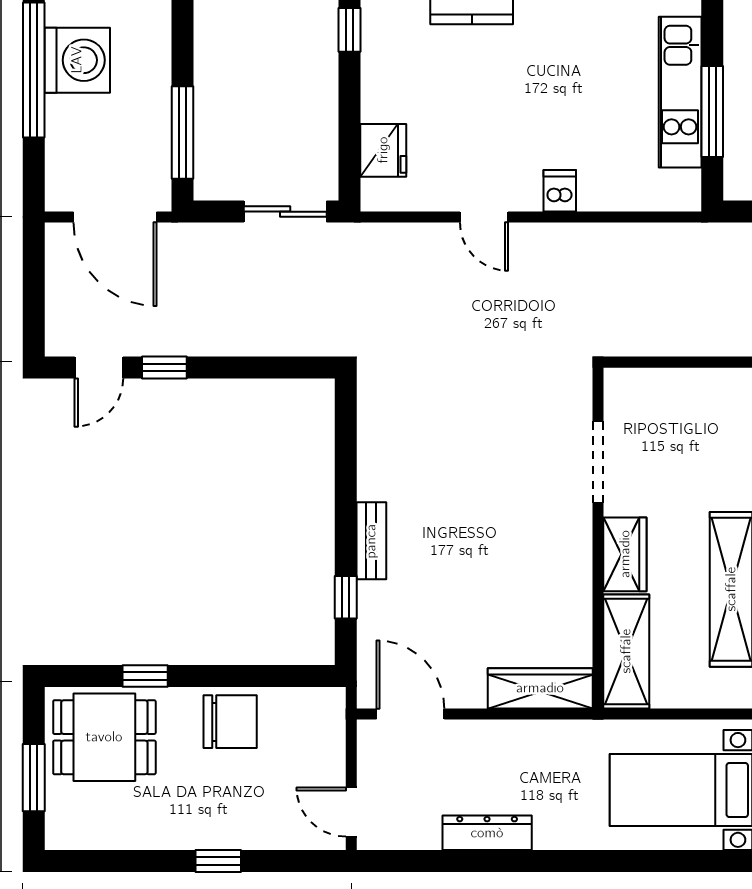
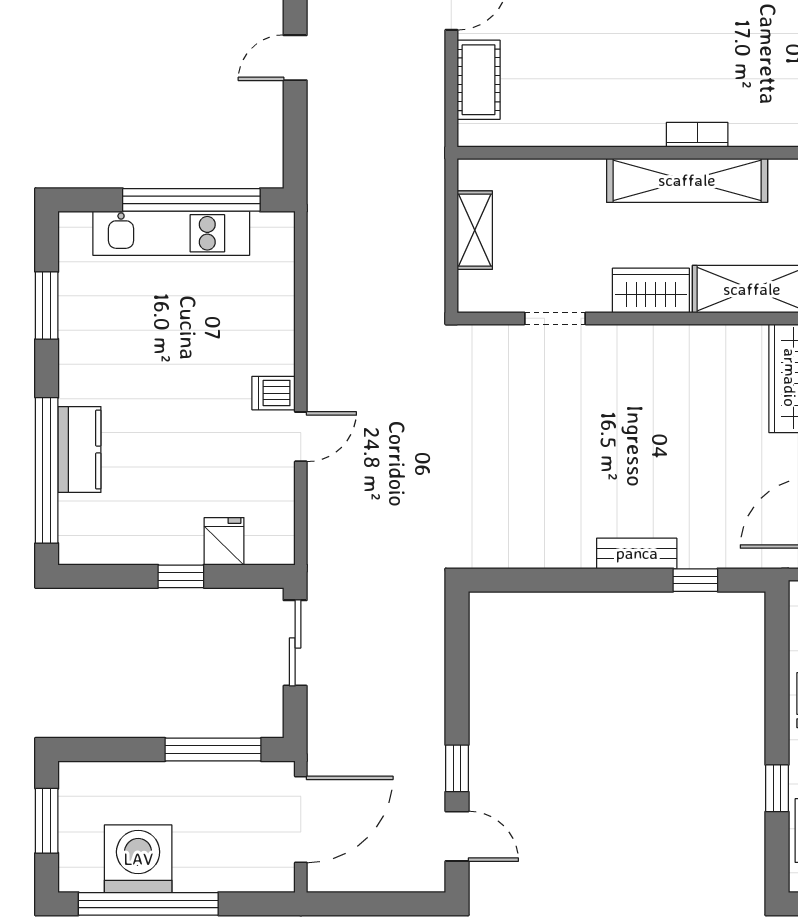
window: (349, 30) -> (181, 576), moved
window: (712, 111) -> (191, 200), width x1.46
fridge: (383, 150) -> (224, 541), width x0.72
dishwasher: (560, 191) -> (274, 393), moved
shelving: (683, 385) -> (475, 230), added
doorway: (598, 462) -> (555, 318), width x0.73

